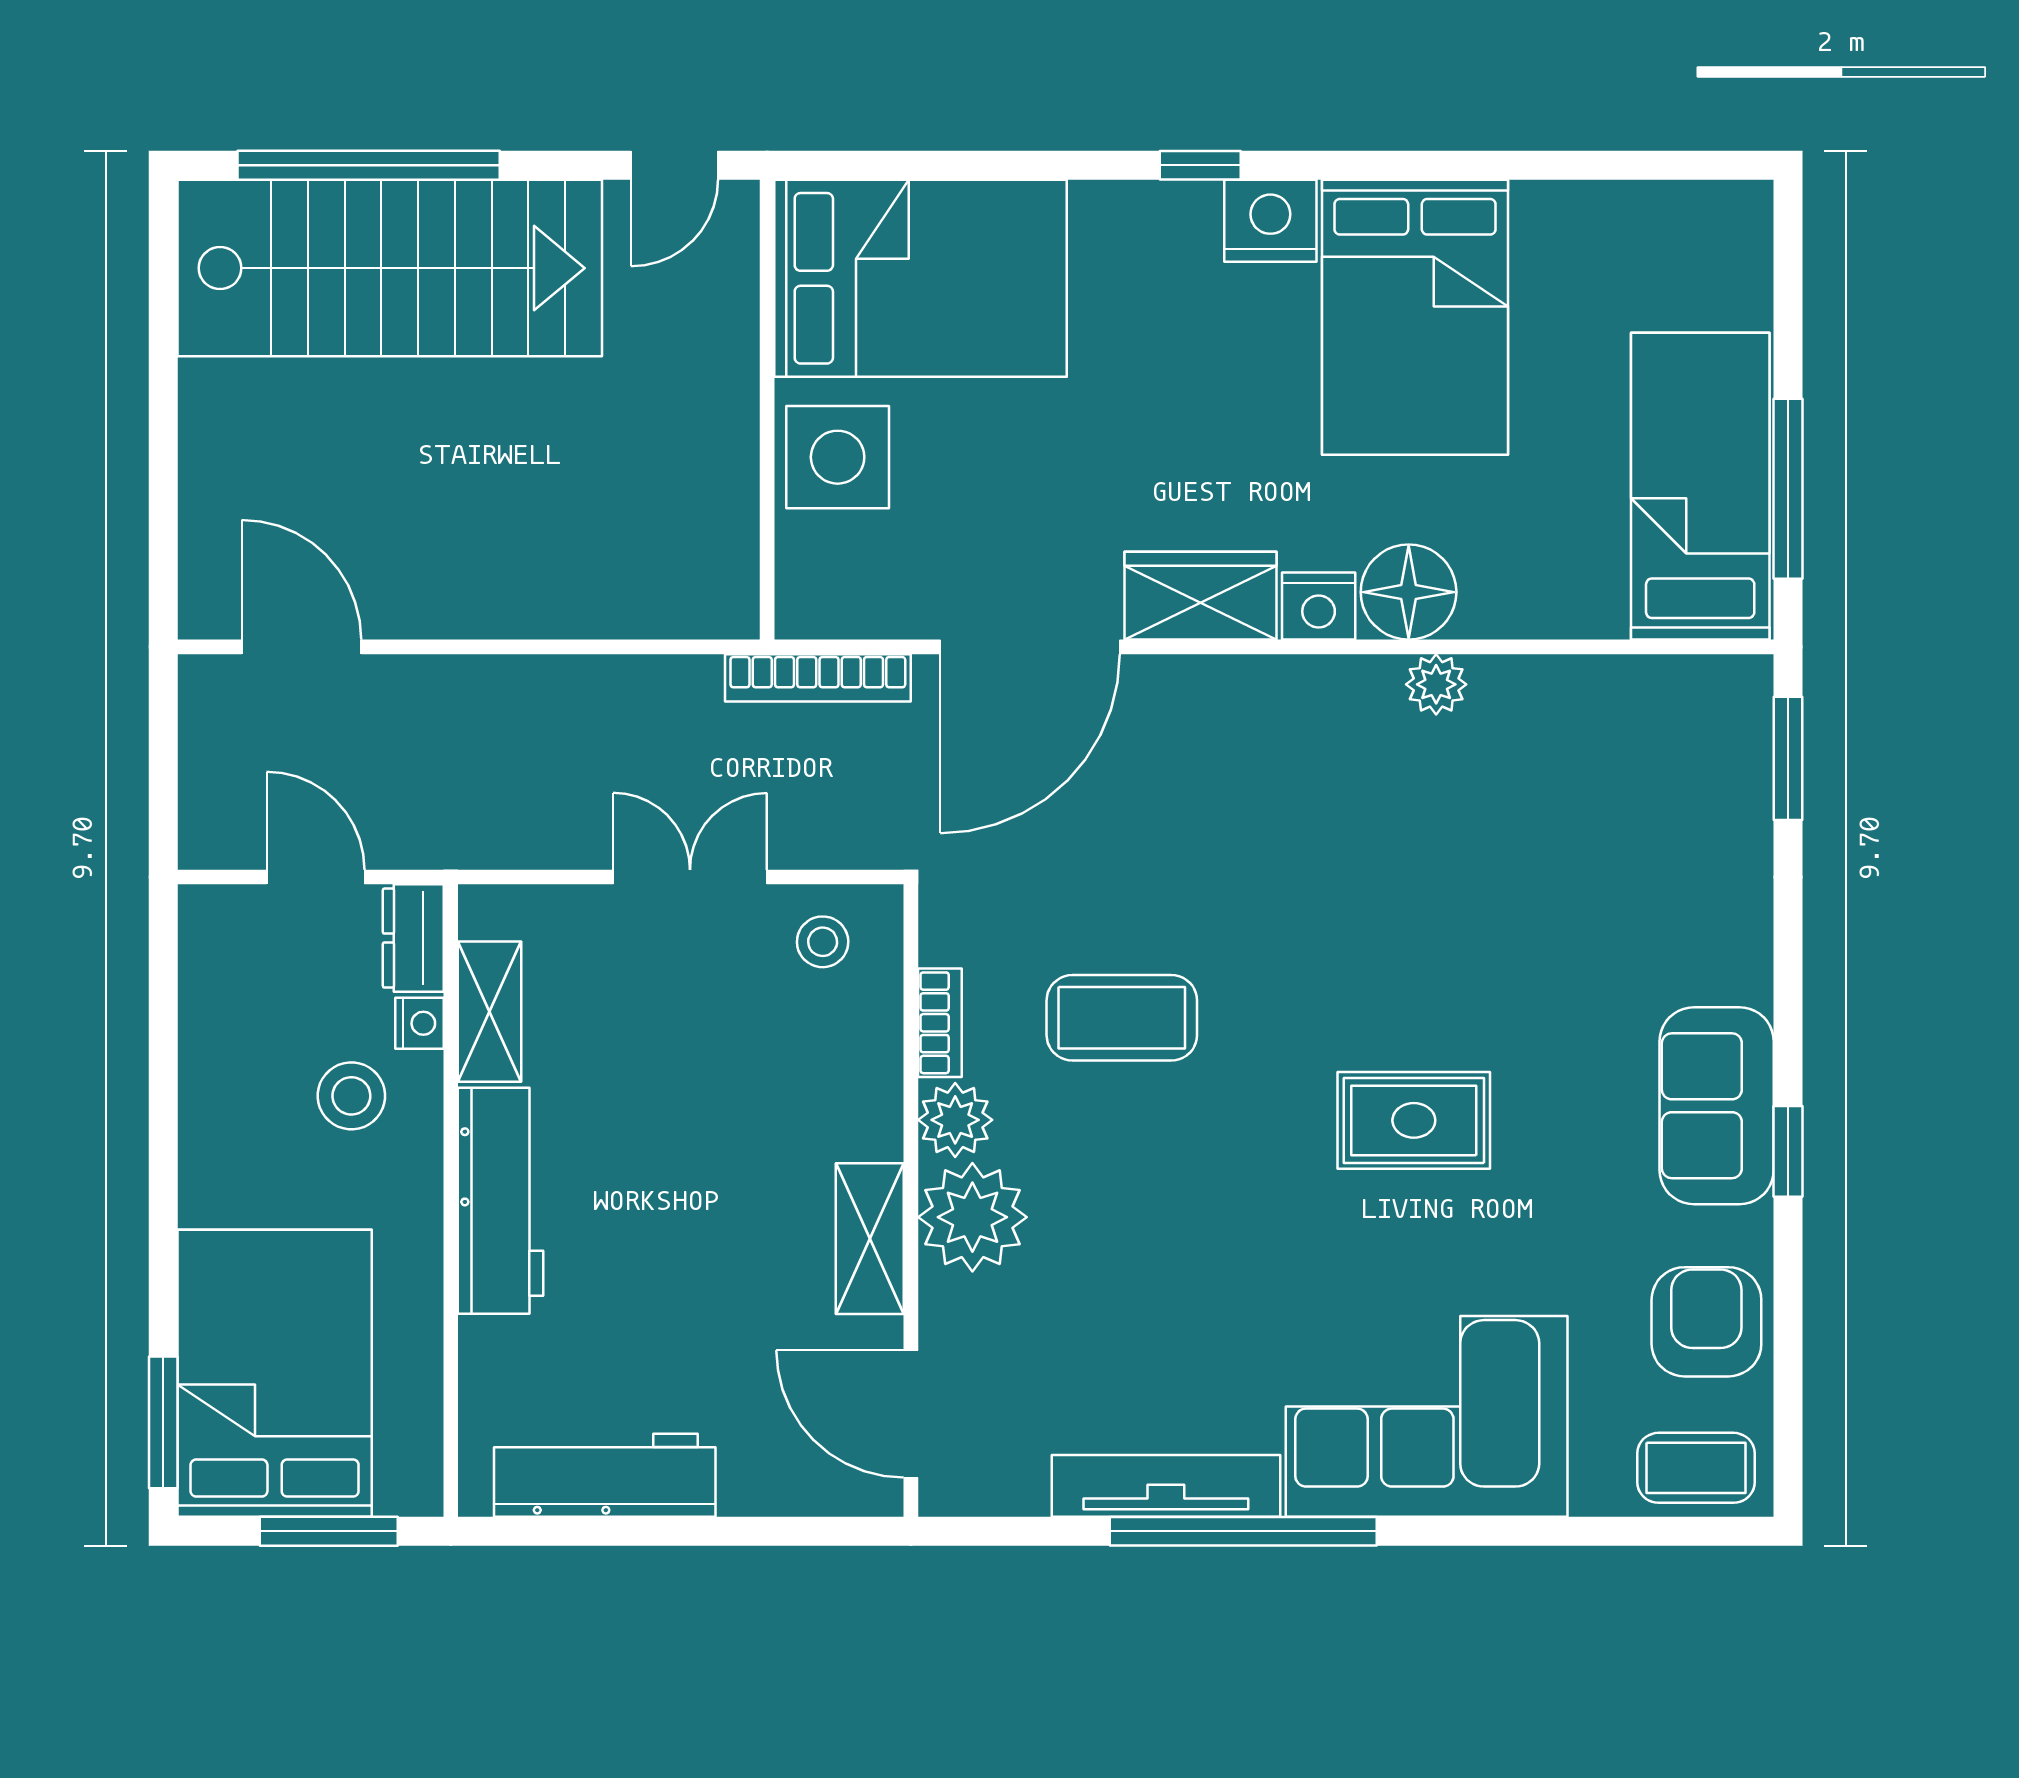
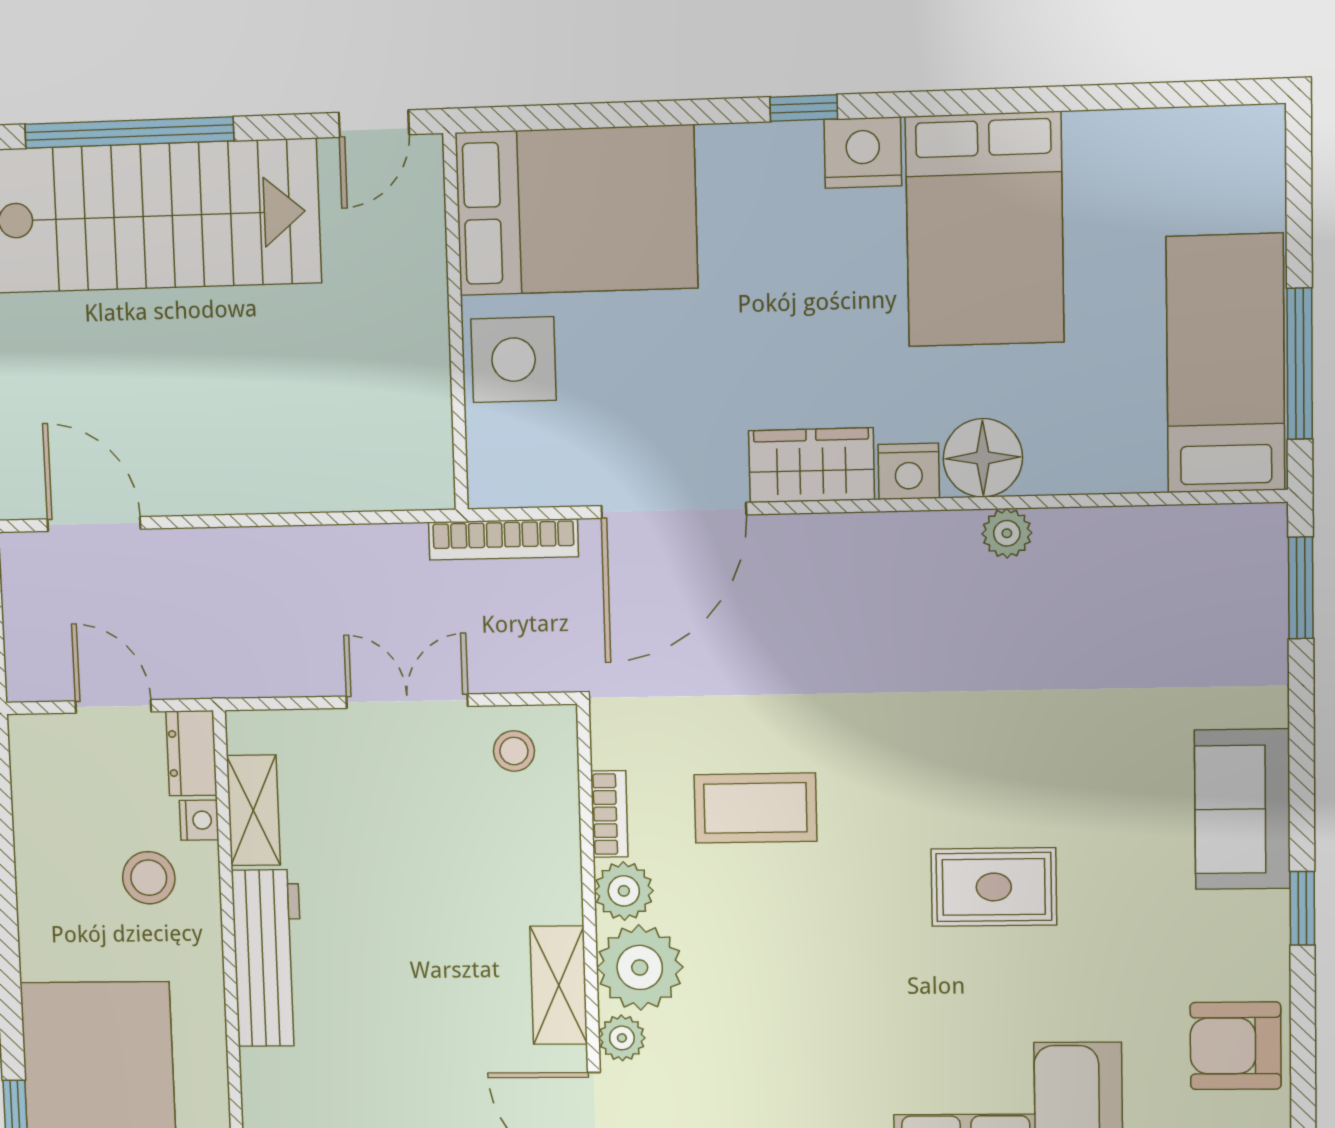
sofa: (1717, 1106) -> (1242, 809), moved
plant: (948, 1307) -> (622, 1038), added
armchair: (1706, 1322) -> (1236, 1046), turned -90

